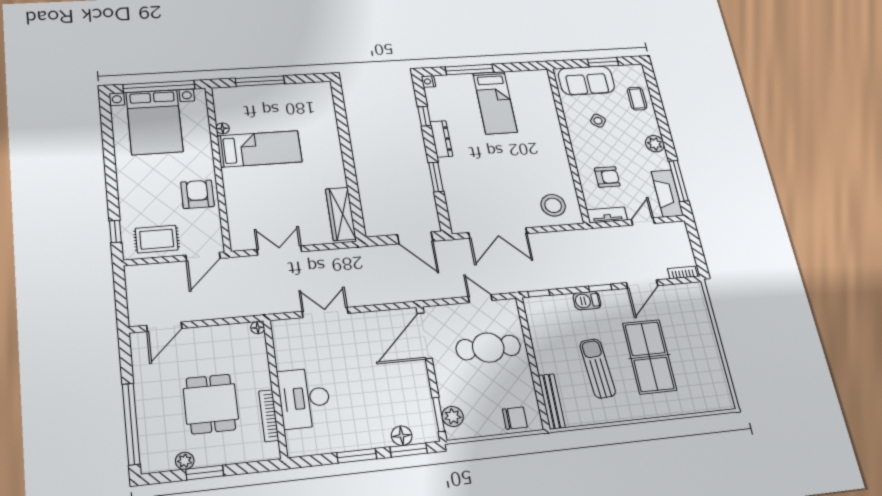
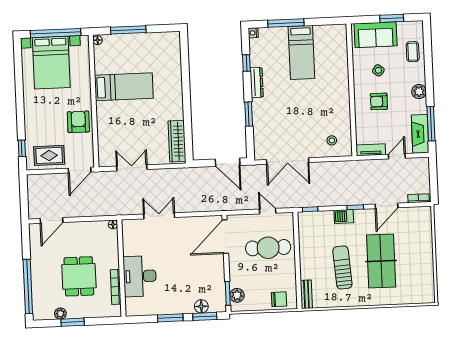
floor lamp: (223, 128) -> (98, 40), moved
armchair: (607, 177) -> (379, 101), moved, turned 180
stool: (553, 205) -> (332, 140), width x0.53, depth x0.53
bench: (552, 401) -> (306, 294), width x0.73

